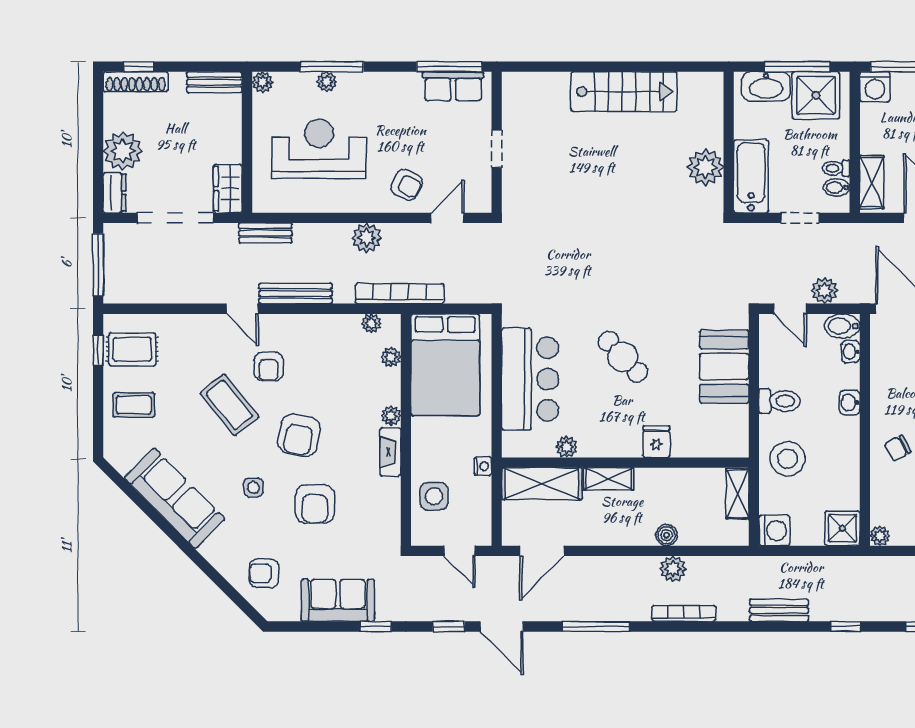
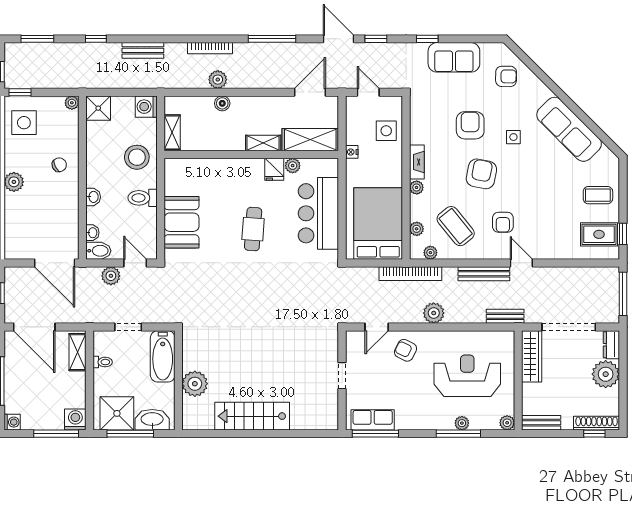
reception desk: (319, 149) -> (467, 376), turned 180
plant: (705, 167) -> (195, 384), moved
bidet: (837, 188) -> (102, 348), removed
wardrobe: (228, 189) -> (532, 356), width x1.50
cafe table: (623, 357) -> (253, 229), turned 47
armchair: (269, 366) -> (503, 222), turned 180
coffee table: (229, 405) -> (456, 226), moved
fridge: (656, 442) -> (274, 169), moved

